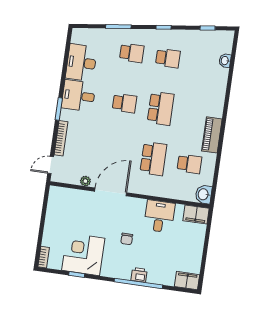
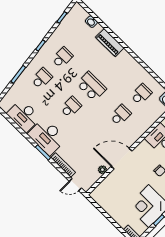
desk: (78, 96) -> (47, 136), width x1.37
piano: (212, 135) -> (110, 43), moved
school desk: (153, 159) -> (121, 115), width x0.54
door: (51, 165) -> (75, 185), hinge flipped
door: (111, 192) -> (122, 159), hinge flipped

